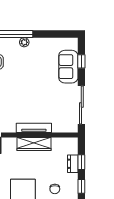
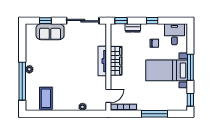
window: (81, 162) -> (121, 21), moved

